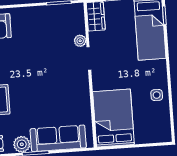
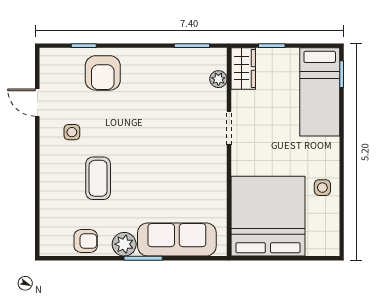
plant: (80, 41) -> (218, 79), moved
bed: (113, 118) -> (268, 216), width x1.36

